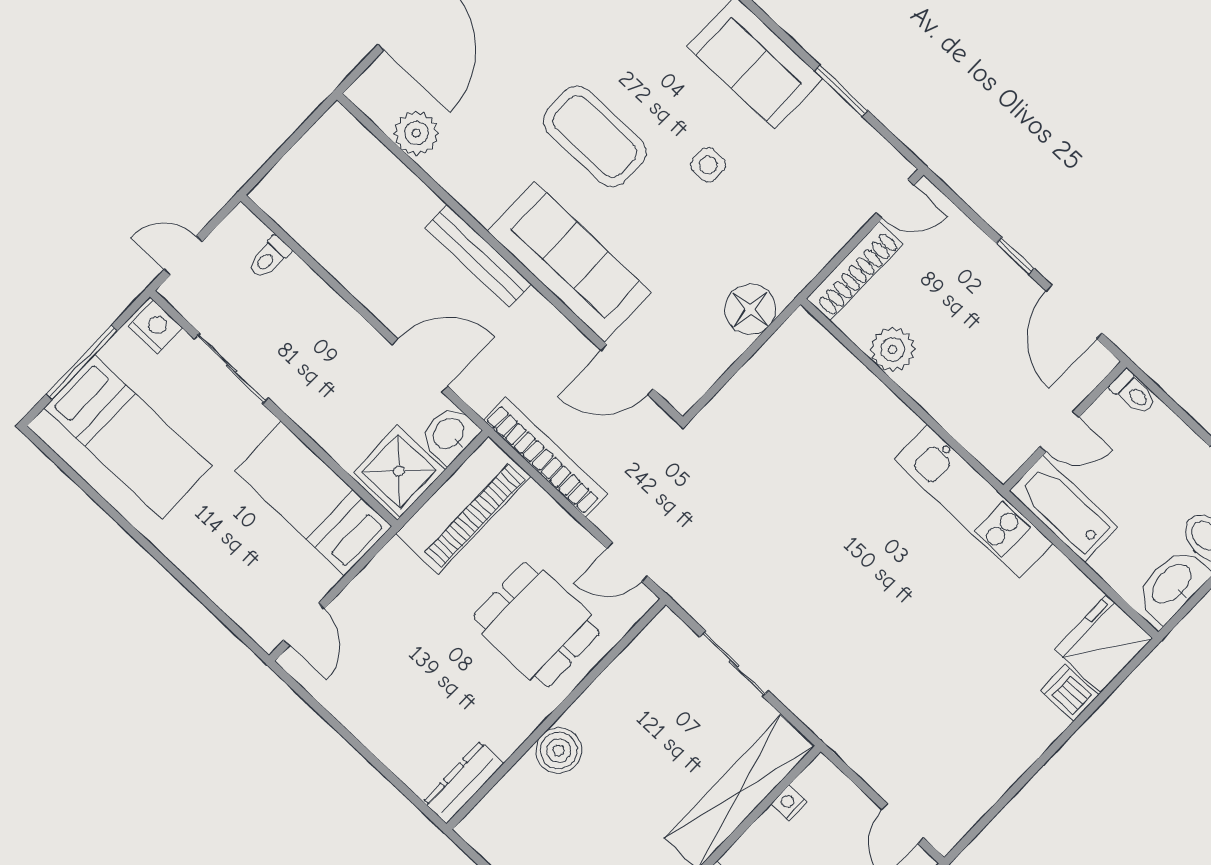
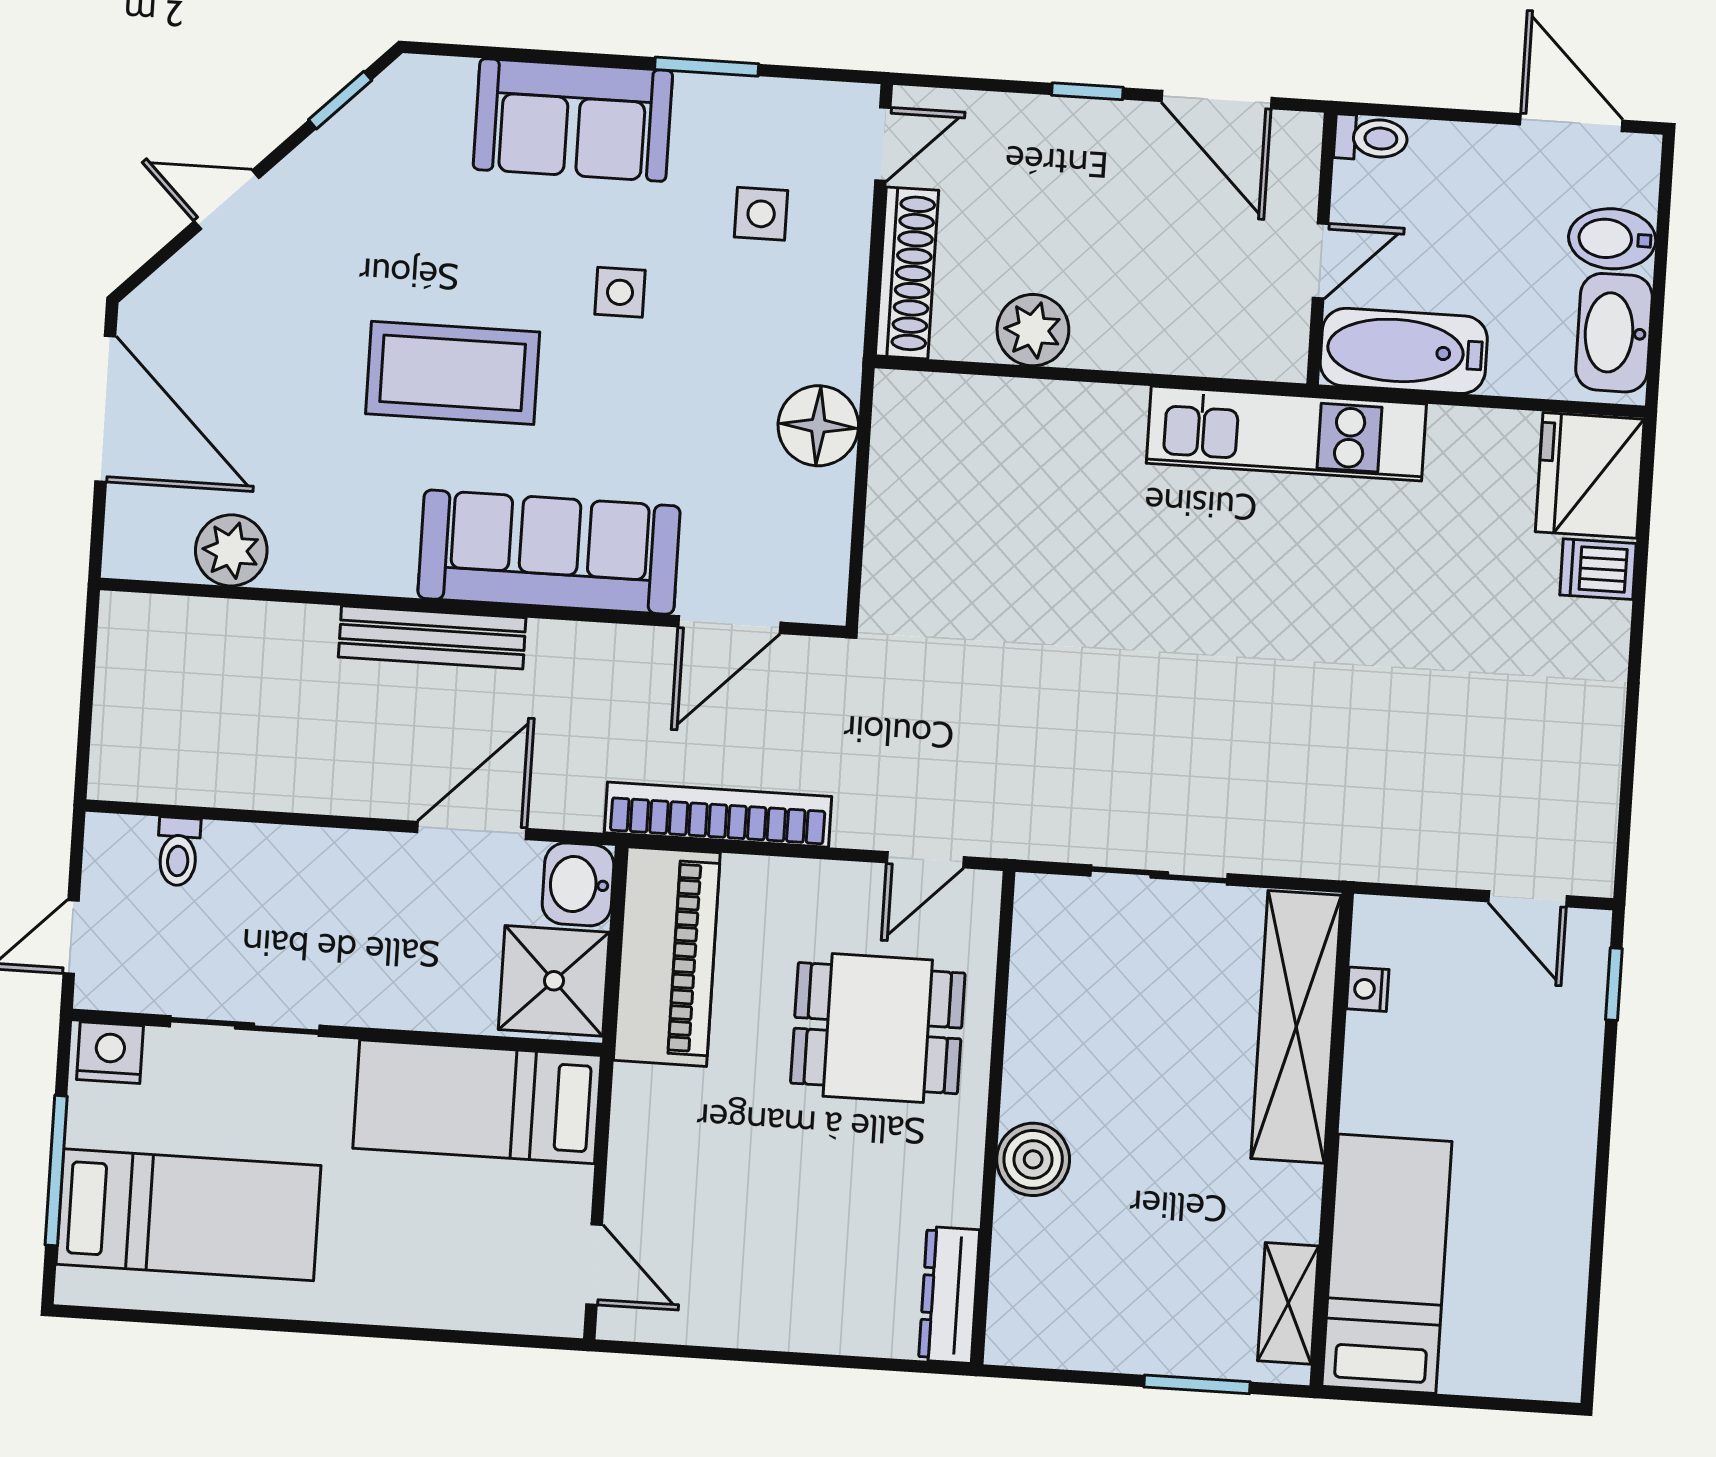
side table: (808, 184) -> (761, 214), added

